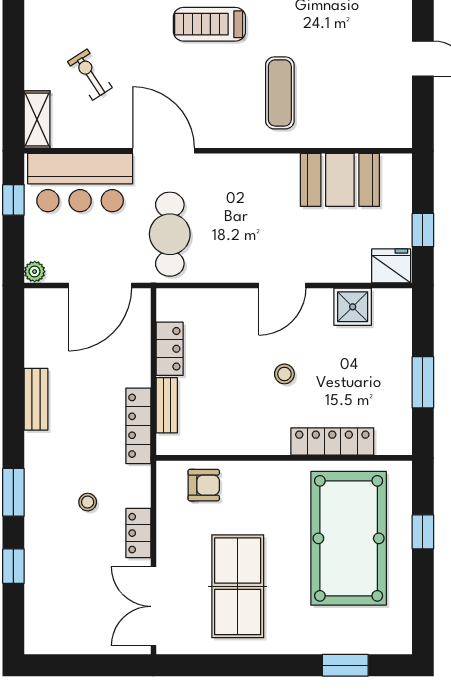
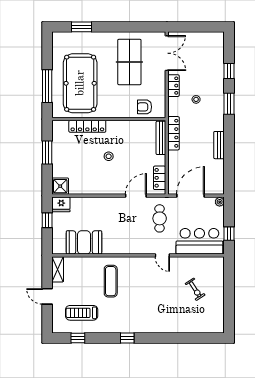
treadmill: (209, 24) -> (82, 313), moved, turned 180
shelving: (37, 119) -> (58, 269), moved
door: (164, 151) -> (162, 255), width x0.53
cafe table: (170, 234) -> (160, 218), width x0.73, depth x0.74
door: (282, 285) -> (136, 196), moved
shower: (353, 307) -> (60, 186), moved
locker: (170, 349) -> (160, 178), moved
bench: (167, 405) -> (161, 138), width x1.36
window: (423, 532) -> (47, 86), width x2.17

